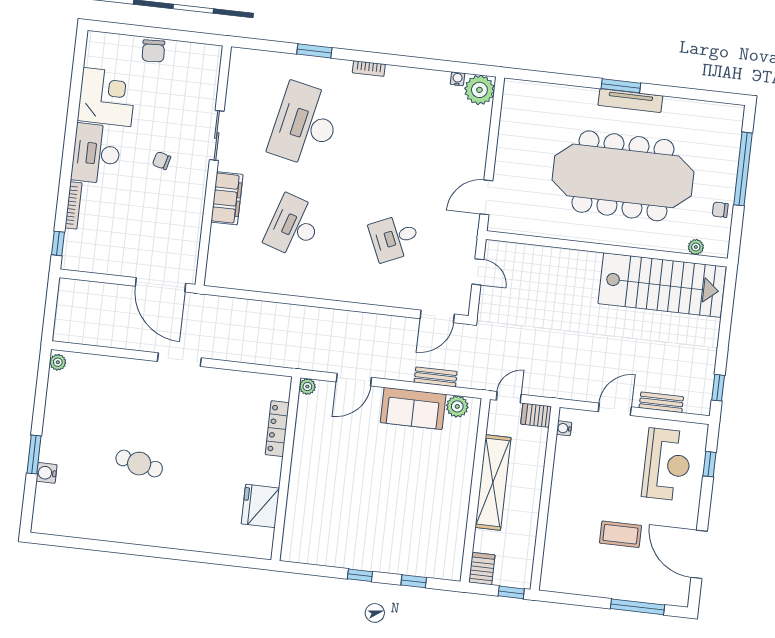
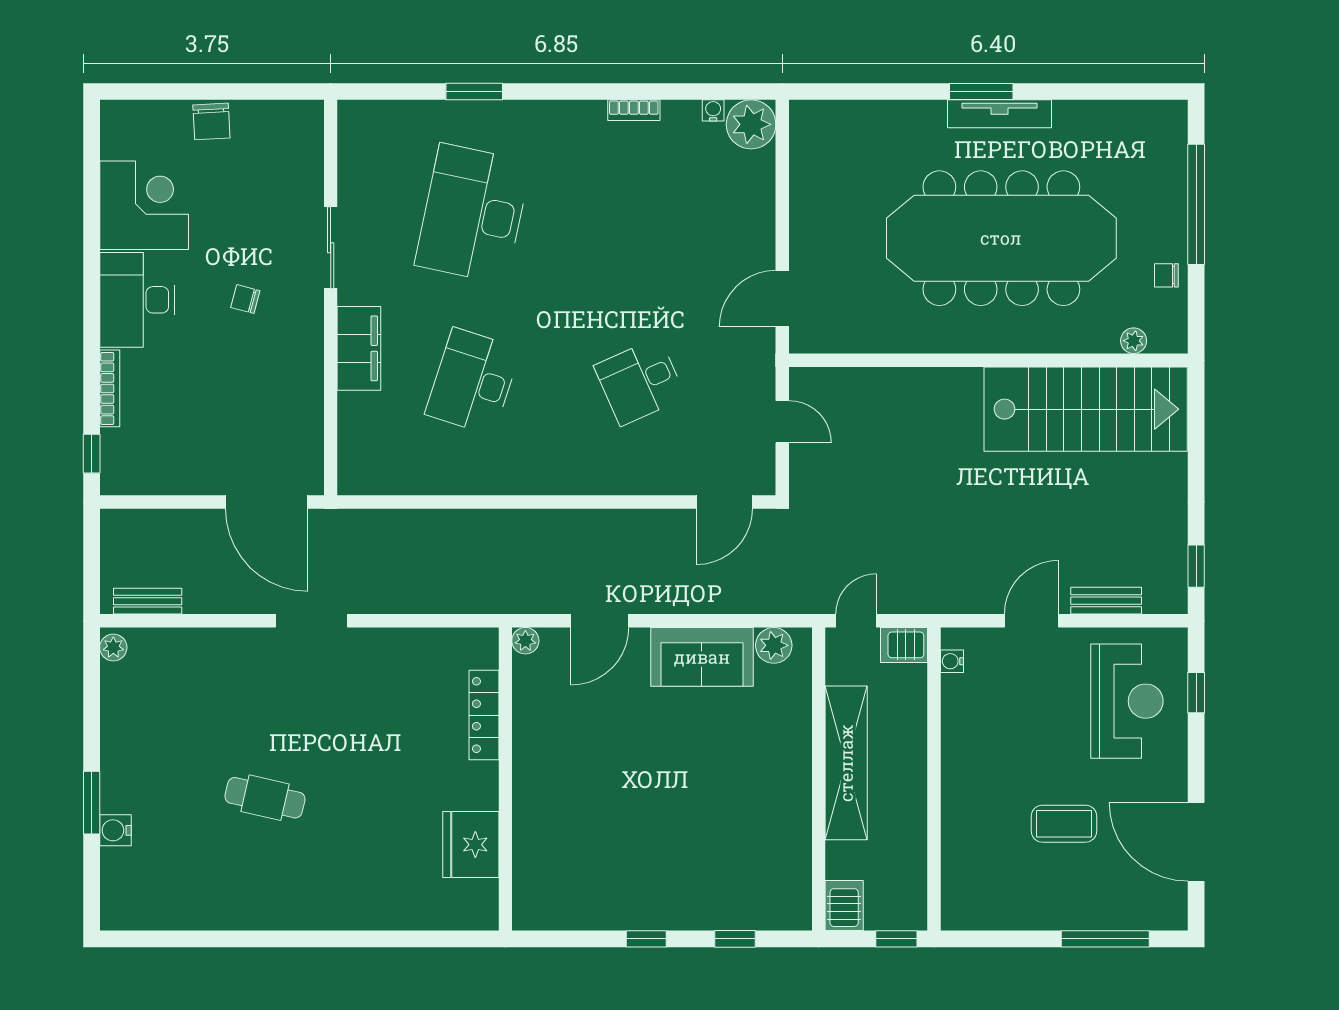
bookcase: (369, 69) -> (634, 110), moved
bench: (436, 377) -> (148, 601), moved

